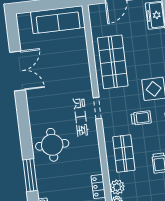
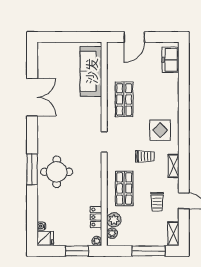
sofa: (58, 20) -> (91, 71), moved, turned 90
shop shelf: (113, 62) -> (124, 99), width x0.70, depth x0.74
window: (30, 175) -> (32, 169), moved

